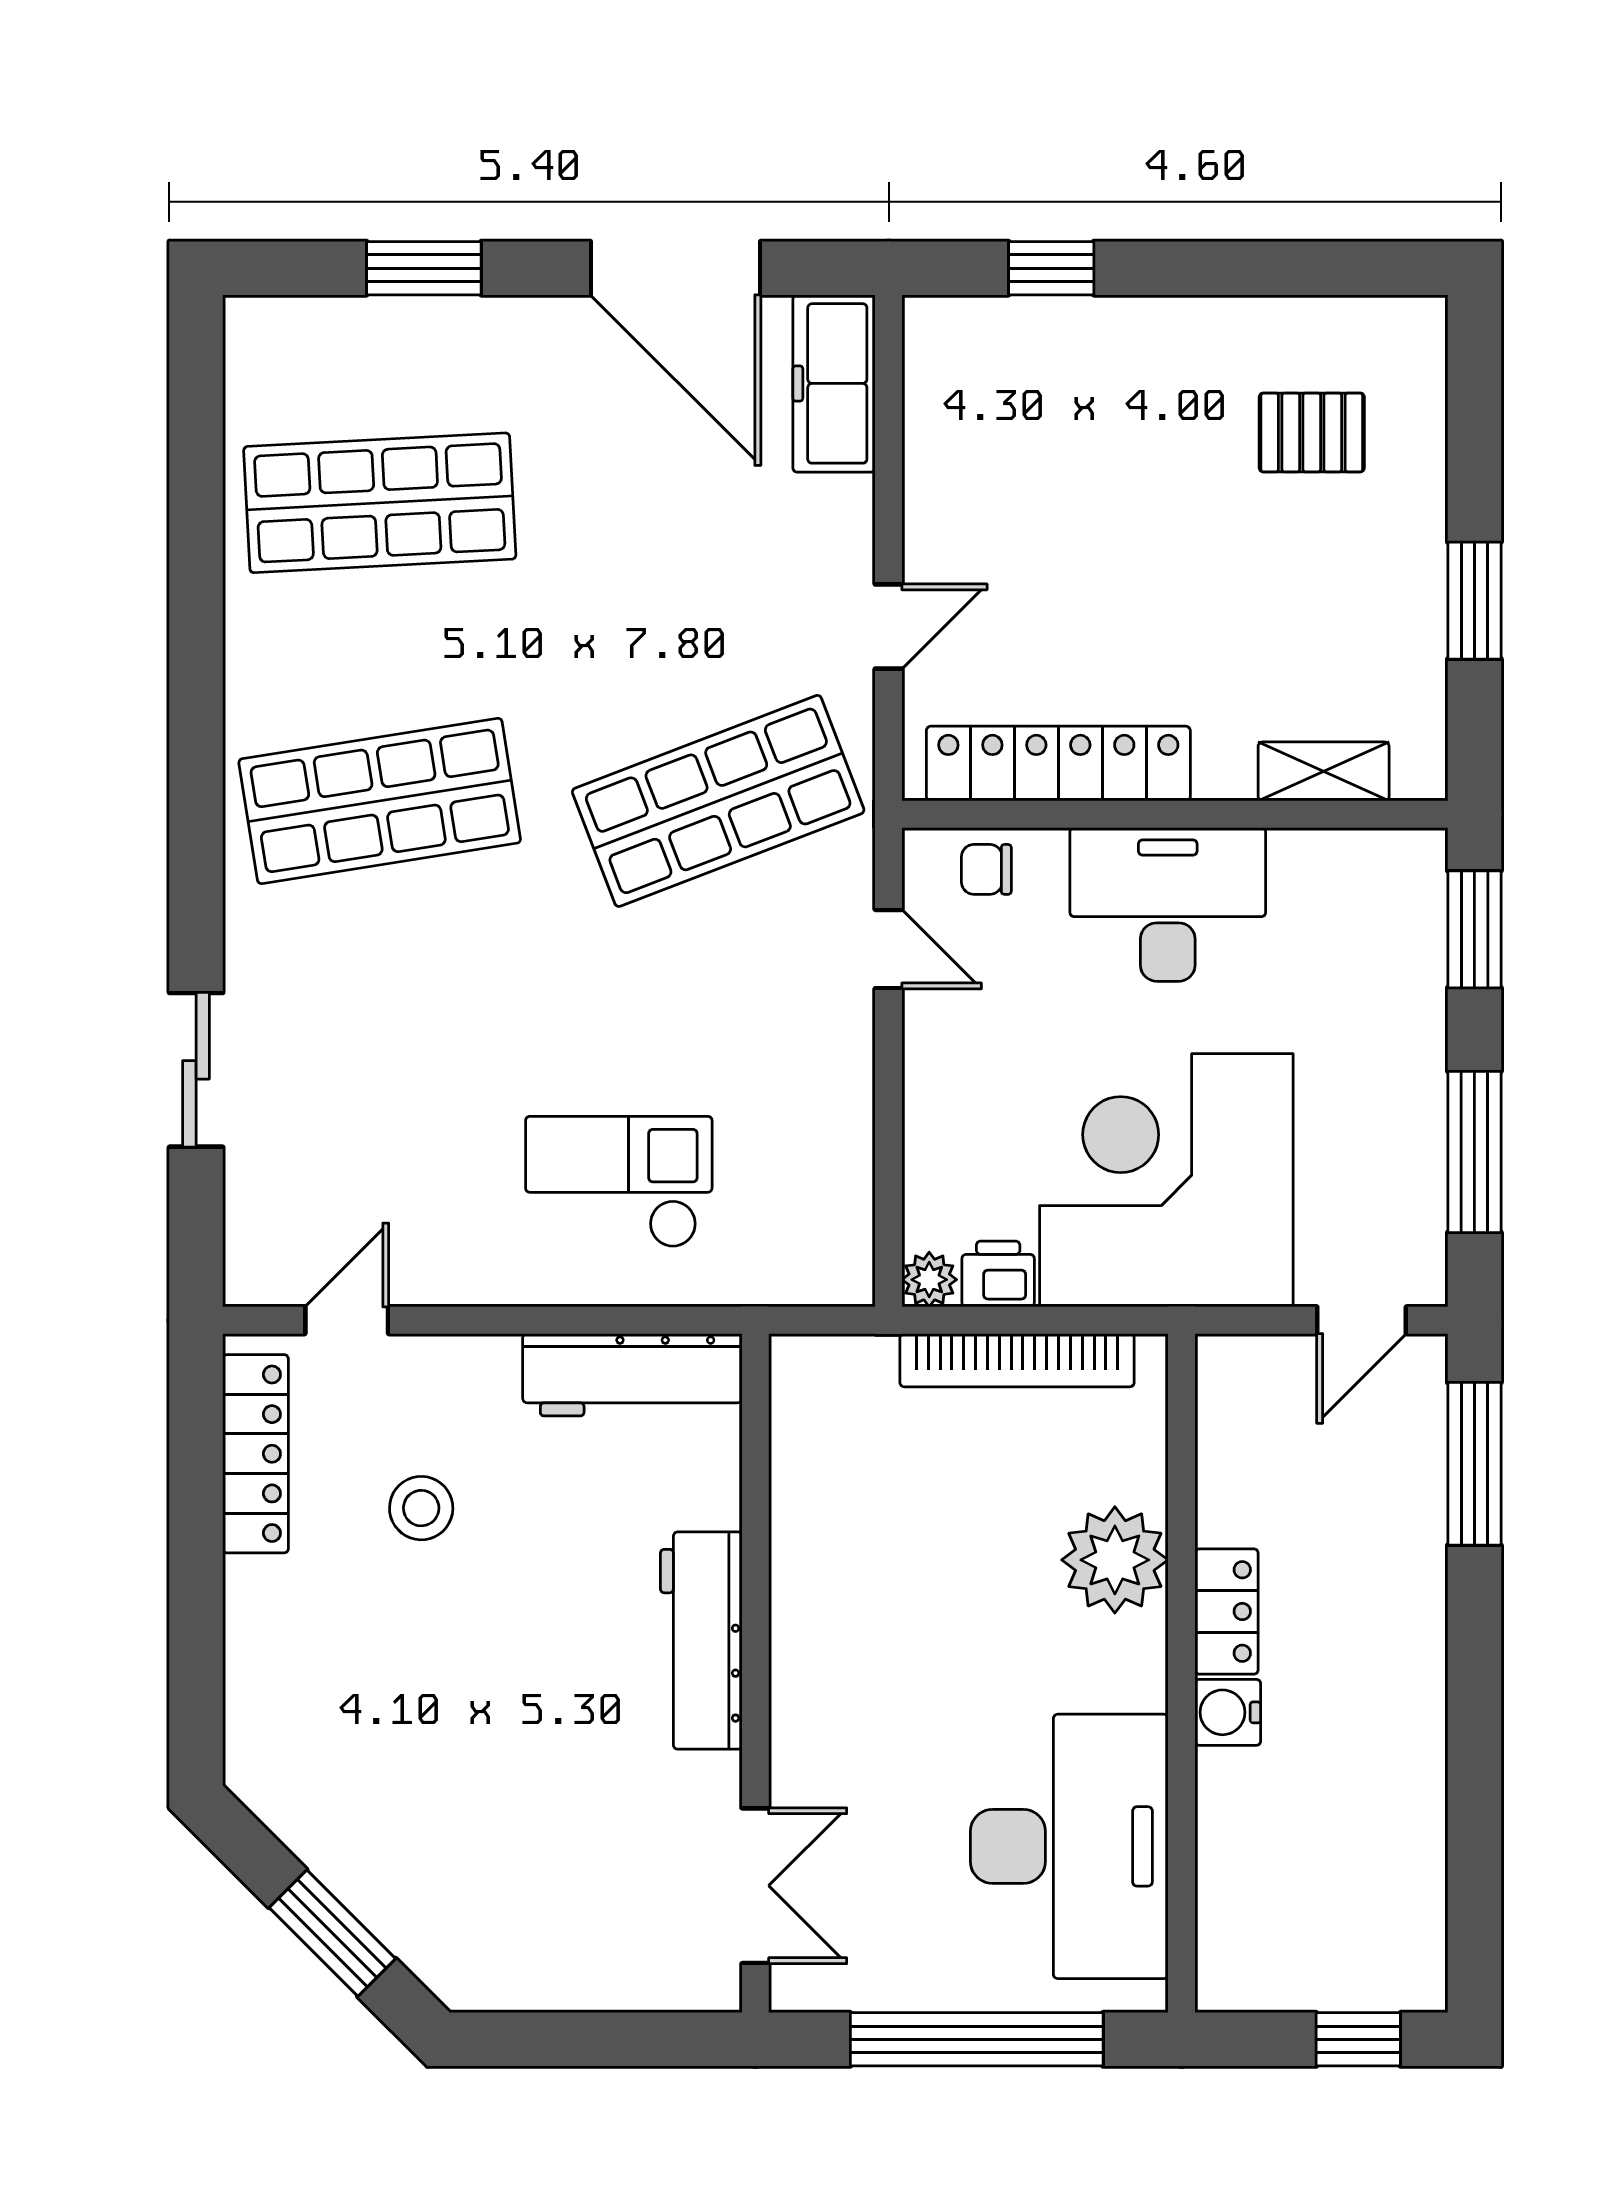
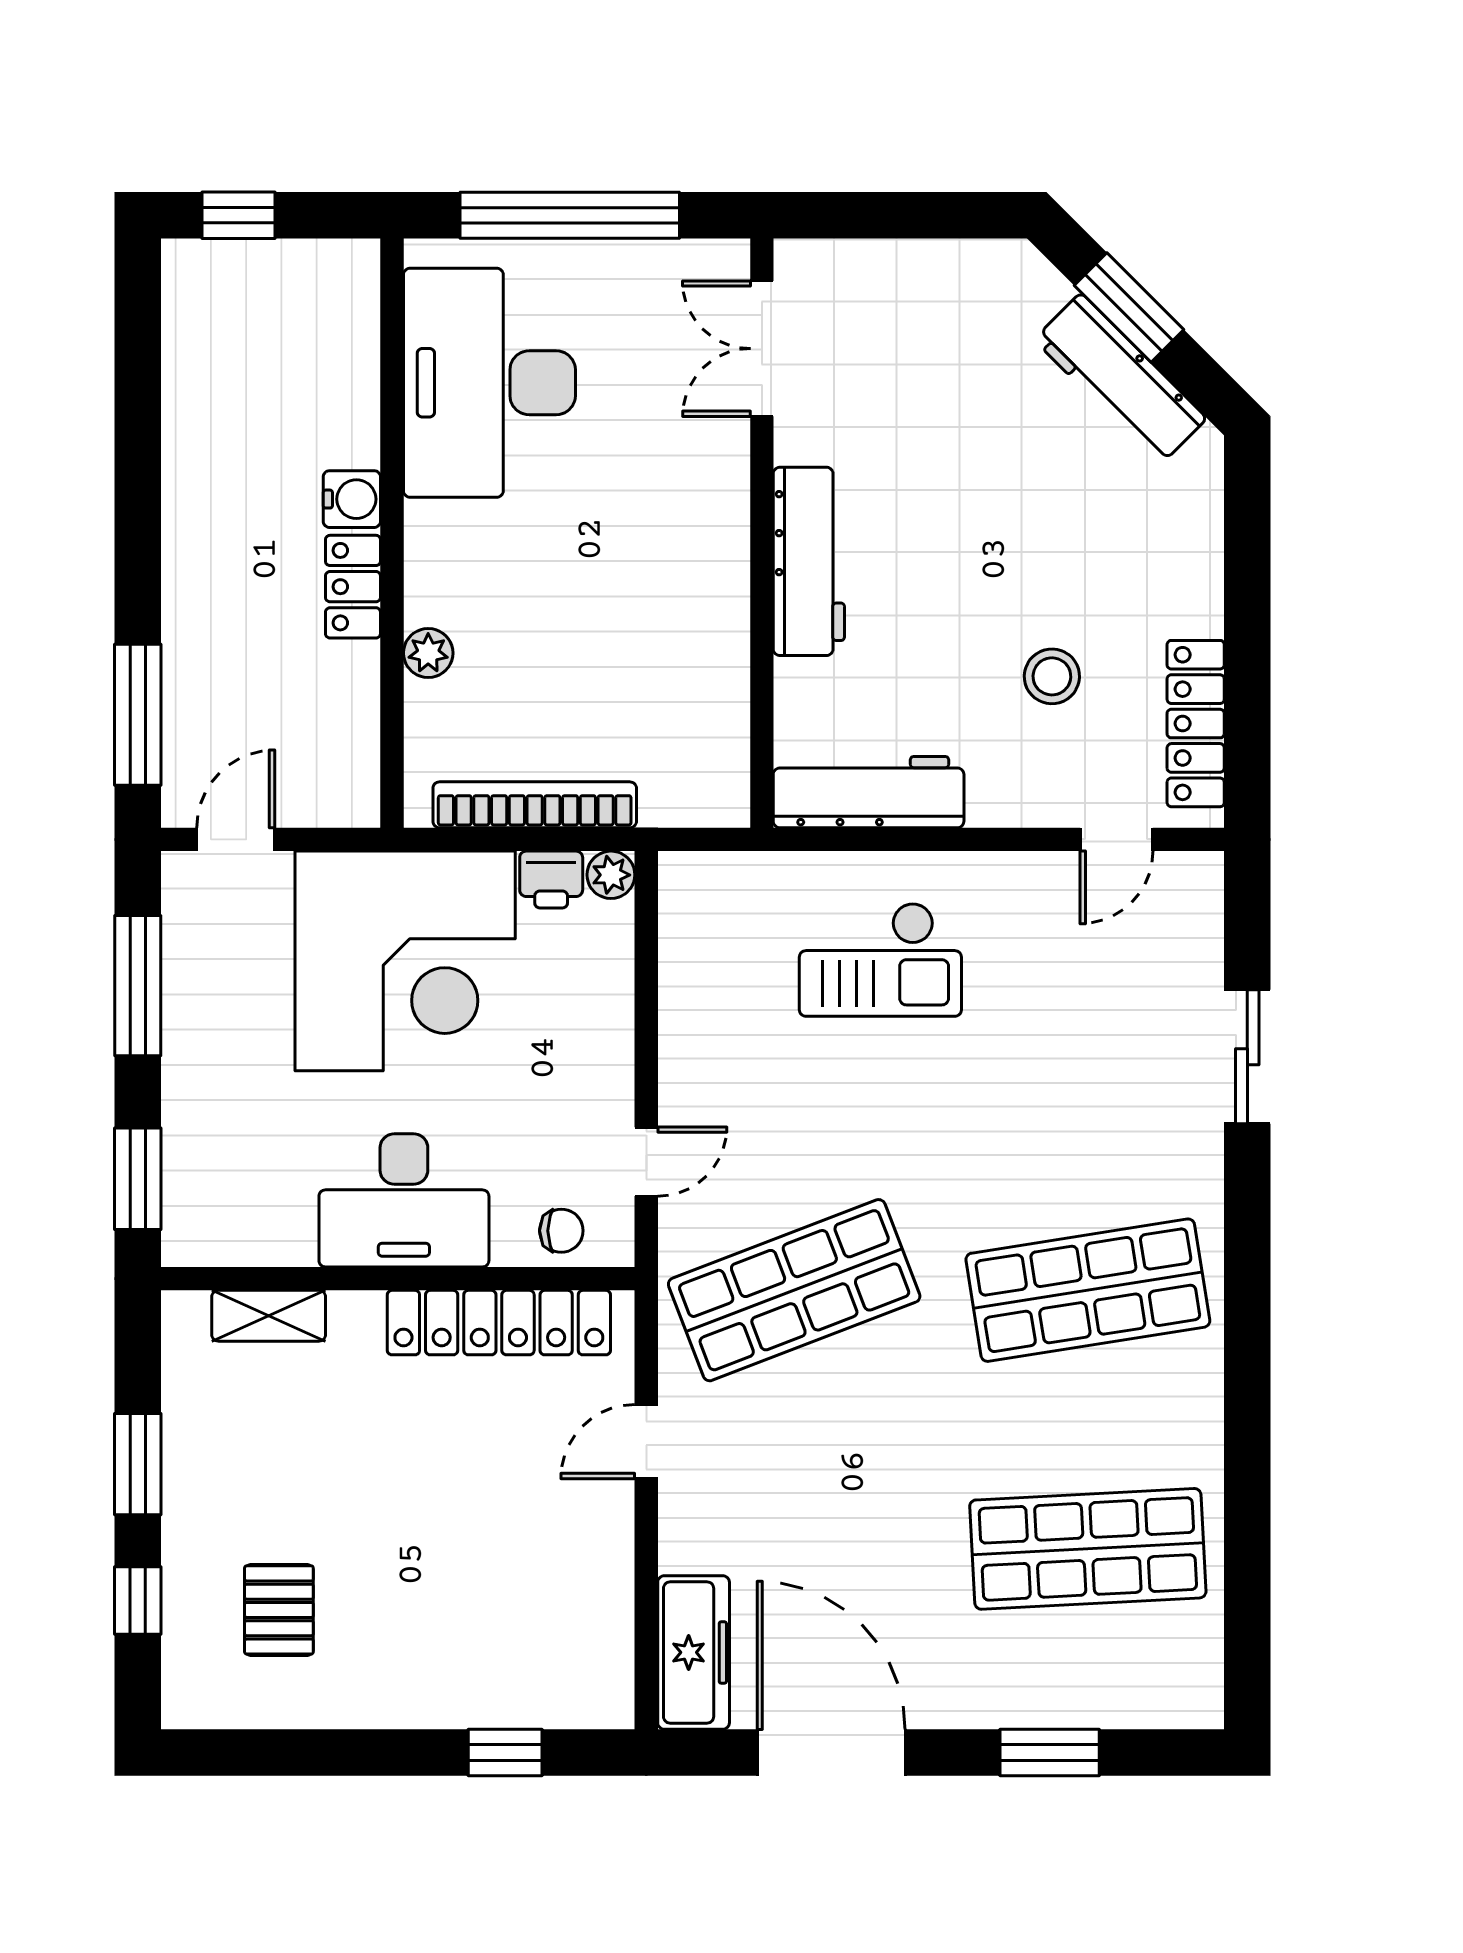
pallet: (1312, 432) -> (279, 1610), turned 90
window: (1474, 443) -> (138, 1601), added
door: (889, 949) -> (646, 1162), swing flipped
plant: (1115, 1560) -> (428, 653), width x0.53, depth x0.53
workbench: (342, 1851) -> (1120, 379), added

